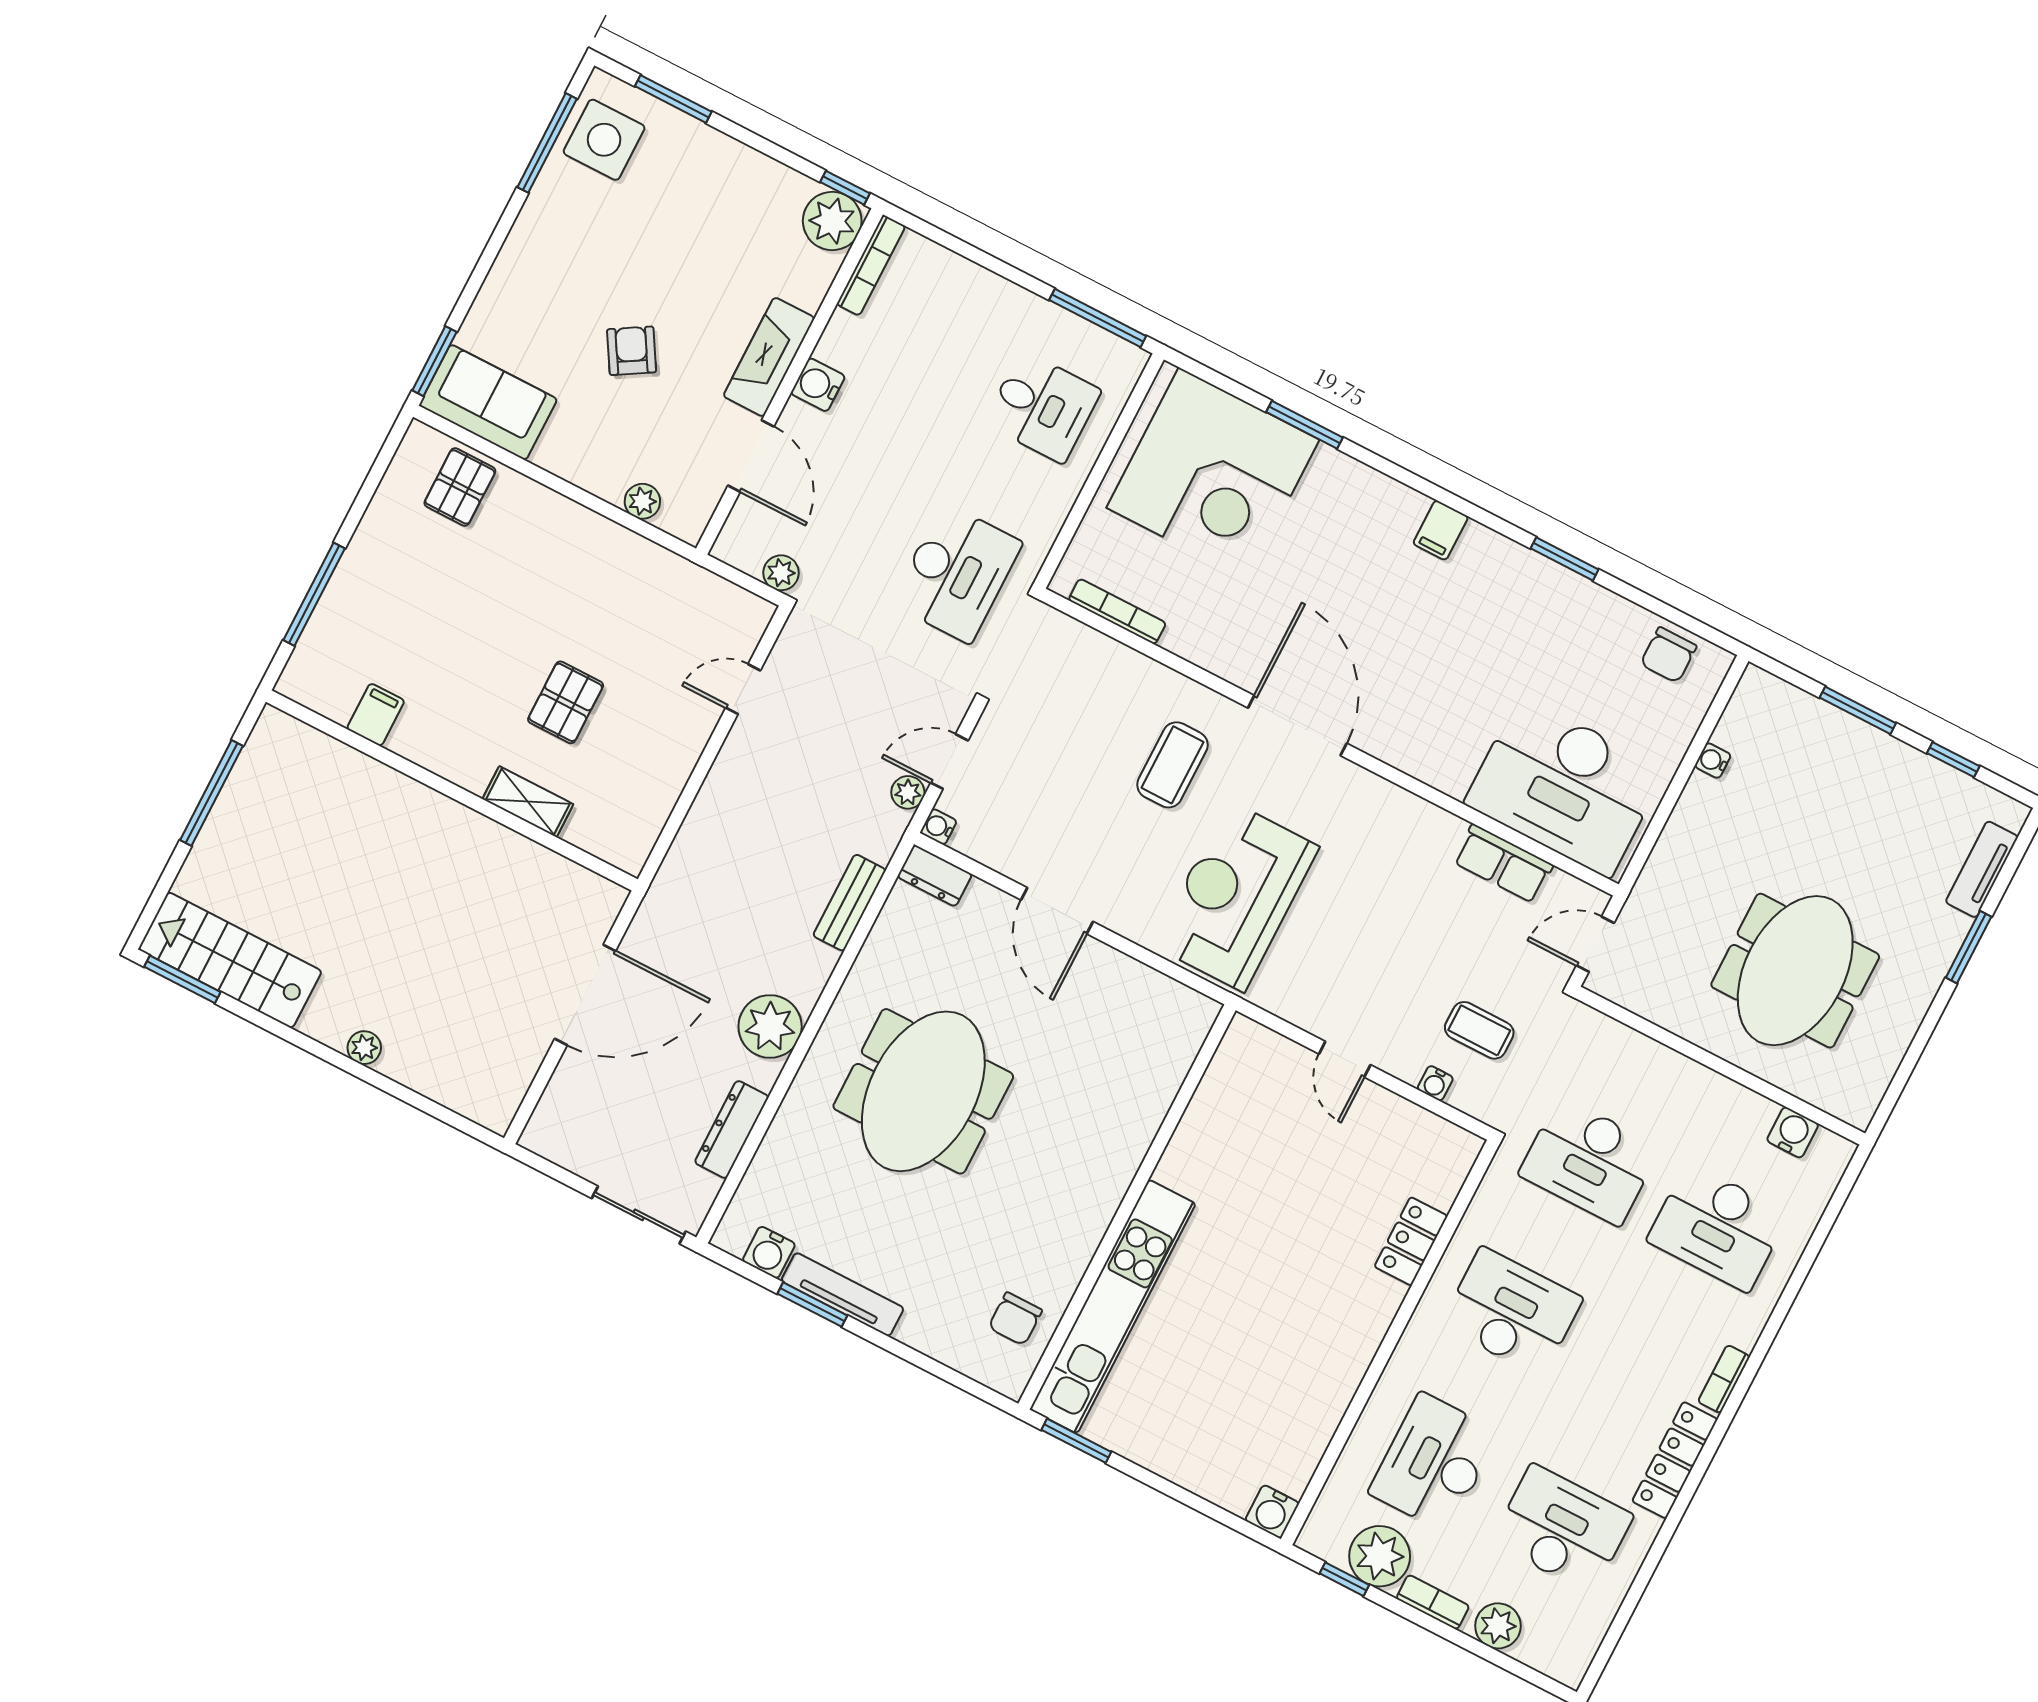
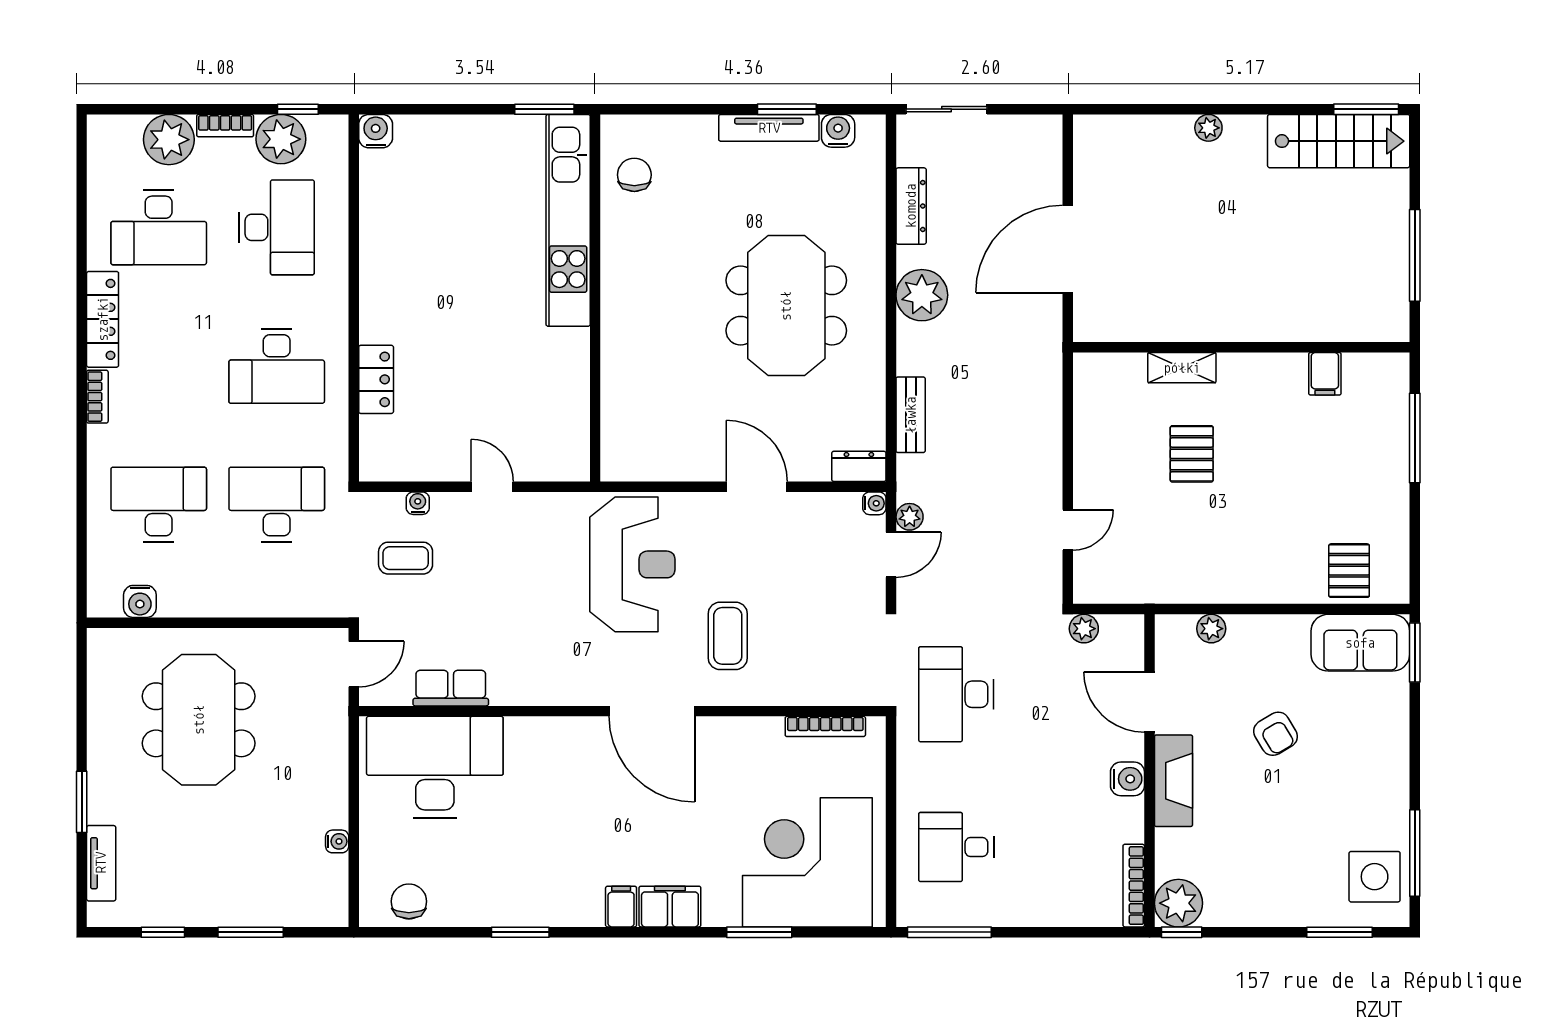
filing cabinet: (1387, 503) -> (670, 907), added
plant: (1498, 1626) -> (169, 140), width x1.36, depth x1.36

